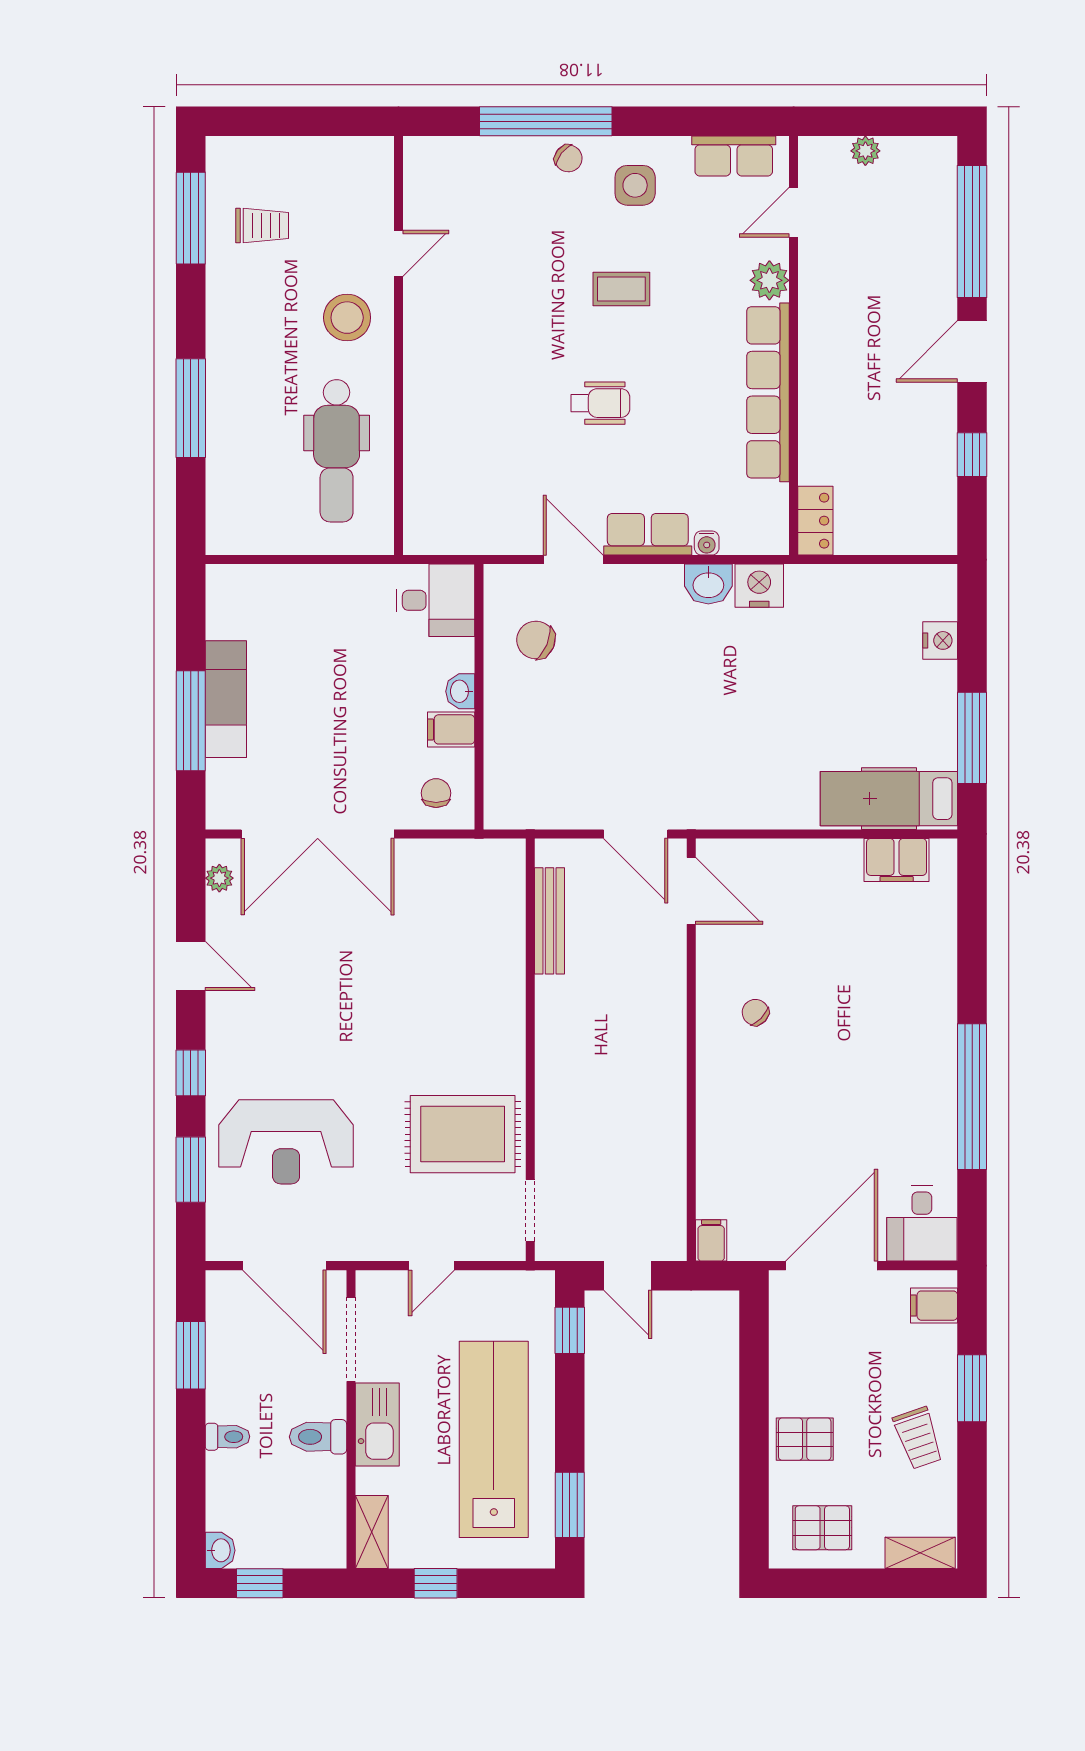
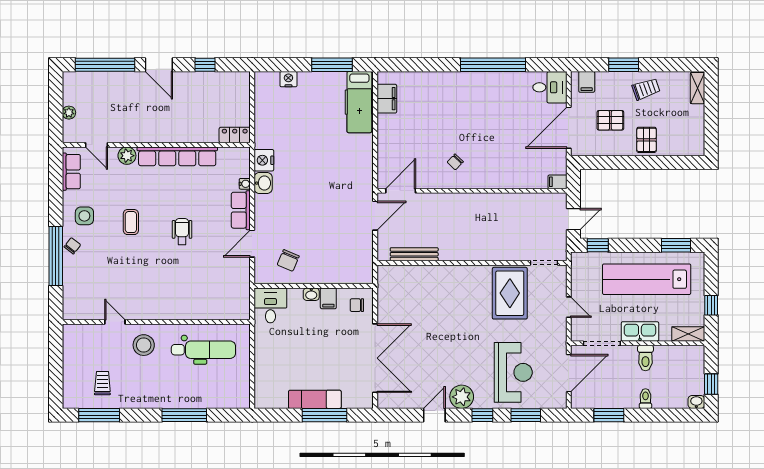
plant: (219, 878) -> (462, 397), moved, width x1.88, depth x1.88
door: (832, 1266) -> (569, 128), hinge flipped
pallet: (822, 1528) -> (610, 120), moved, turned 90

